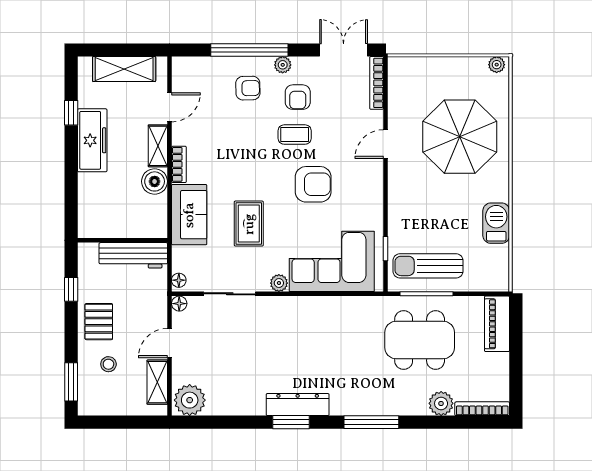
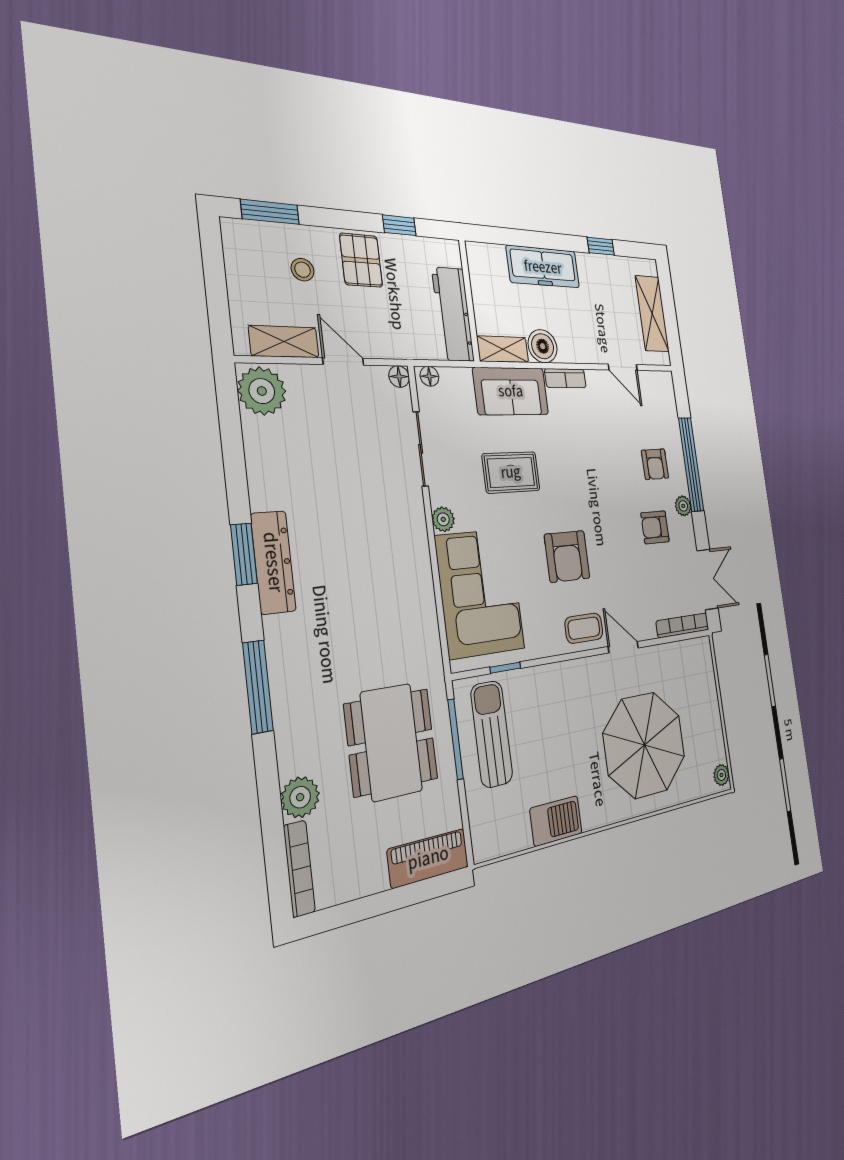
coffee table: (295, 135) -> (584, 628), moved, turned 90
freezer: (92, 140) -> (543, 267), moved
shelving: (158, 146) -> (503, 349), moved
pallet: (99, 322) -> (361, 260), turned 90

